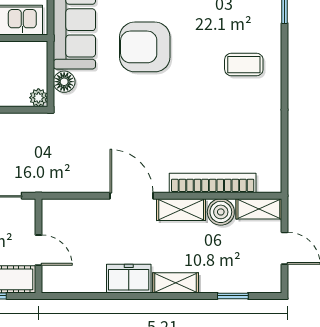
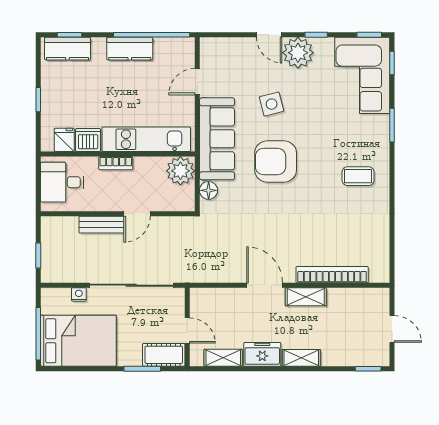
plant: (38, 98) -> (180, 171), moved, width x1.87, depth x1.87
shelving: (259, 209) -> (223, 358), moved
boiler: (221, 212) -> (339, 299), removed
window: (233, 296) -> (368, 369), moved

